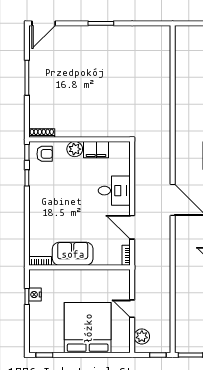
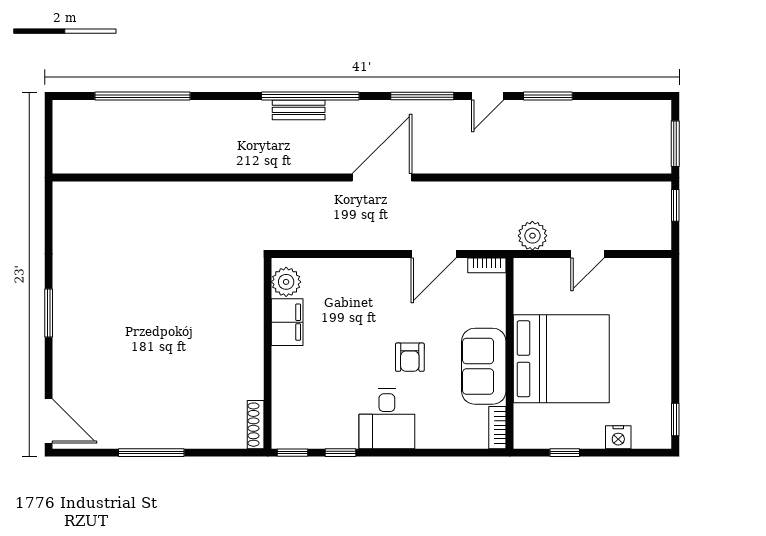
plant: (75, 149) -> (286, 282), moved
armchair: (45, 154) -> (410, 357), moved, turned 180
desk: (114, 191) -> (387, 419), moved, turned 180
nightstand: (35, 295) -> (618, 437), moved
bed: (88, 328) -> (561, 359), moved, turned 180
plant: (142, 336) -> (532, 236), moved

